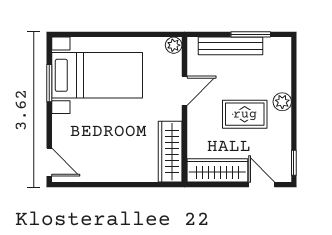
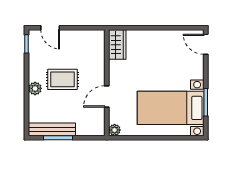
bench: (230, 46) -> (52, 129), moved
wardrobe: (170, 152) -> (117, 45), width x0.67
wardrobe: (217, 170) -> (83, 38), removed

